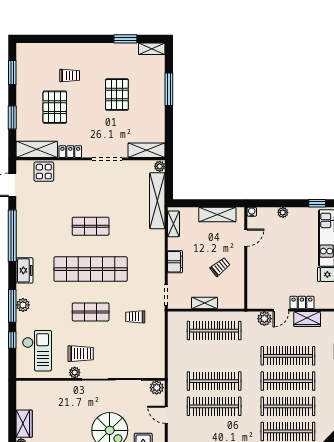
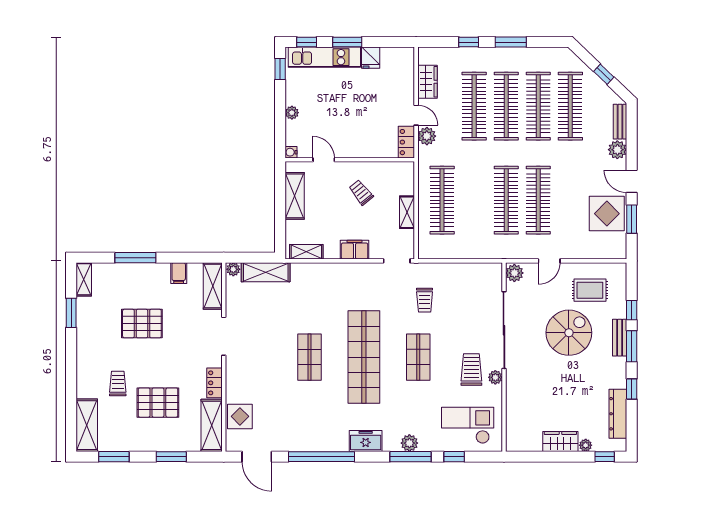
shelving: (37, 51) -> (87, 425), added
filing cabinet: (157, 123) -> (179, 273), added
shelving: (157, 201) -> (266, 272), width x0.68
locker: (302, 303) -> (406, 142), moved

